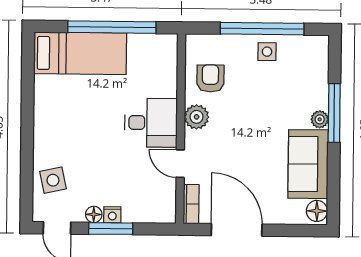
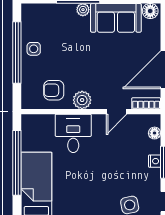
desk: (151, 123) -> (73, 133), moved
floor lamp: (94, 214) -> (155, 133), moved

